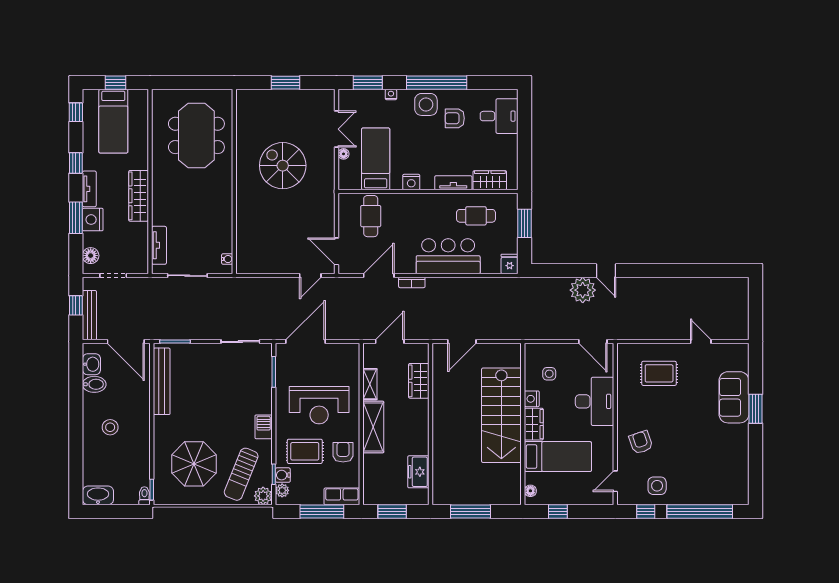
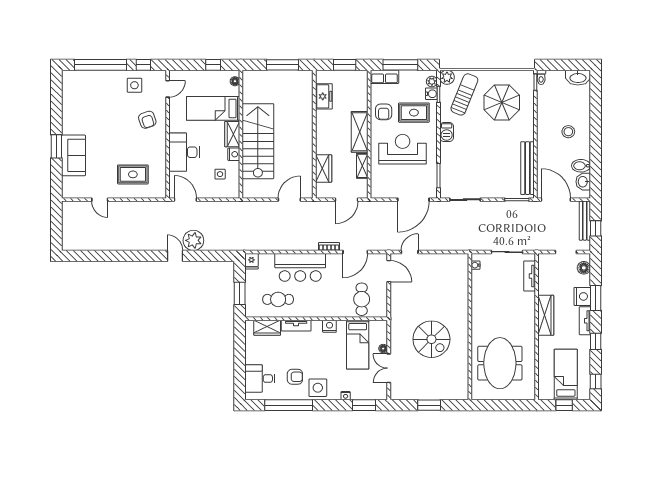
window: (437, 83) -> (289, 405), moved

